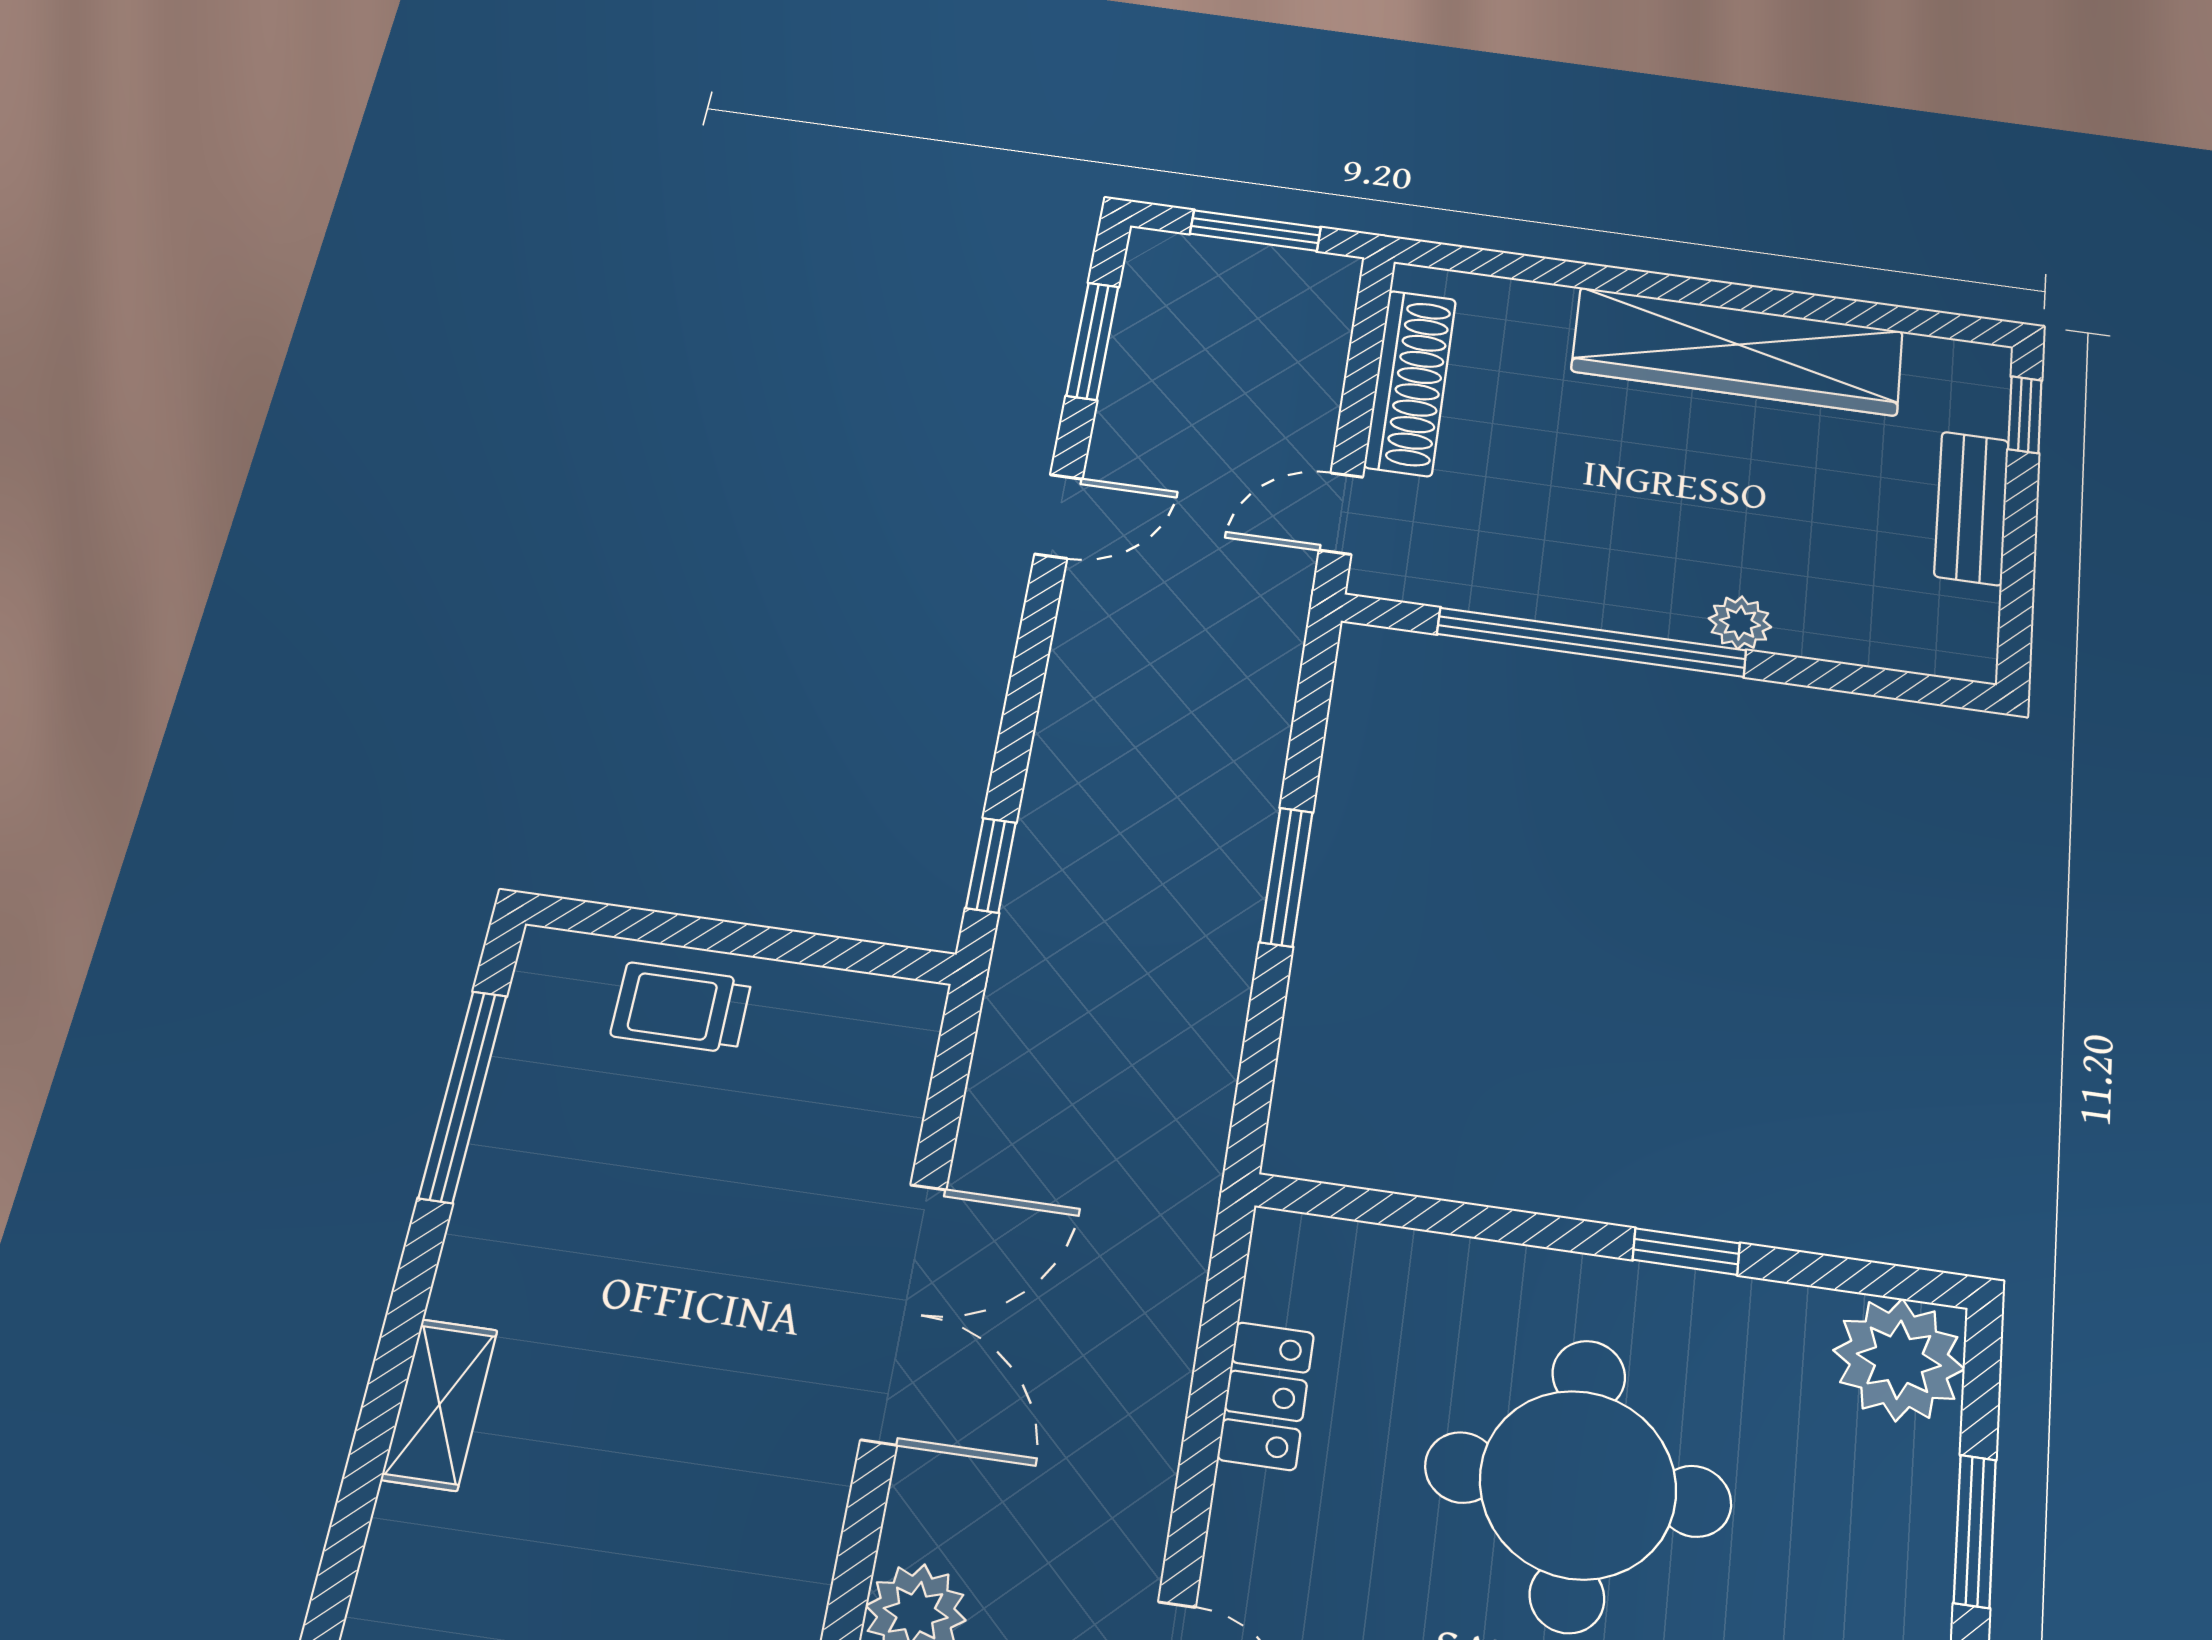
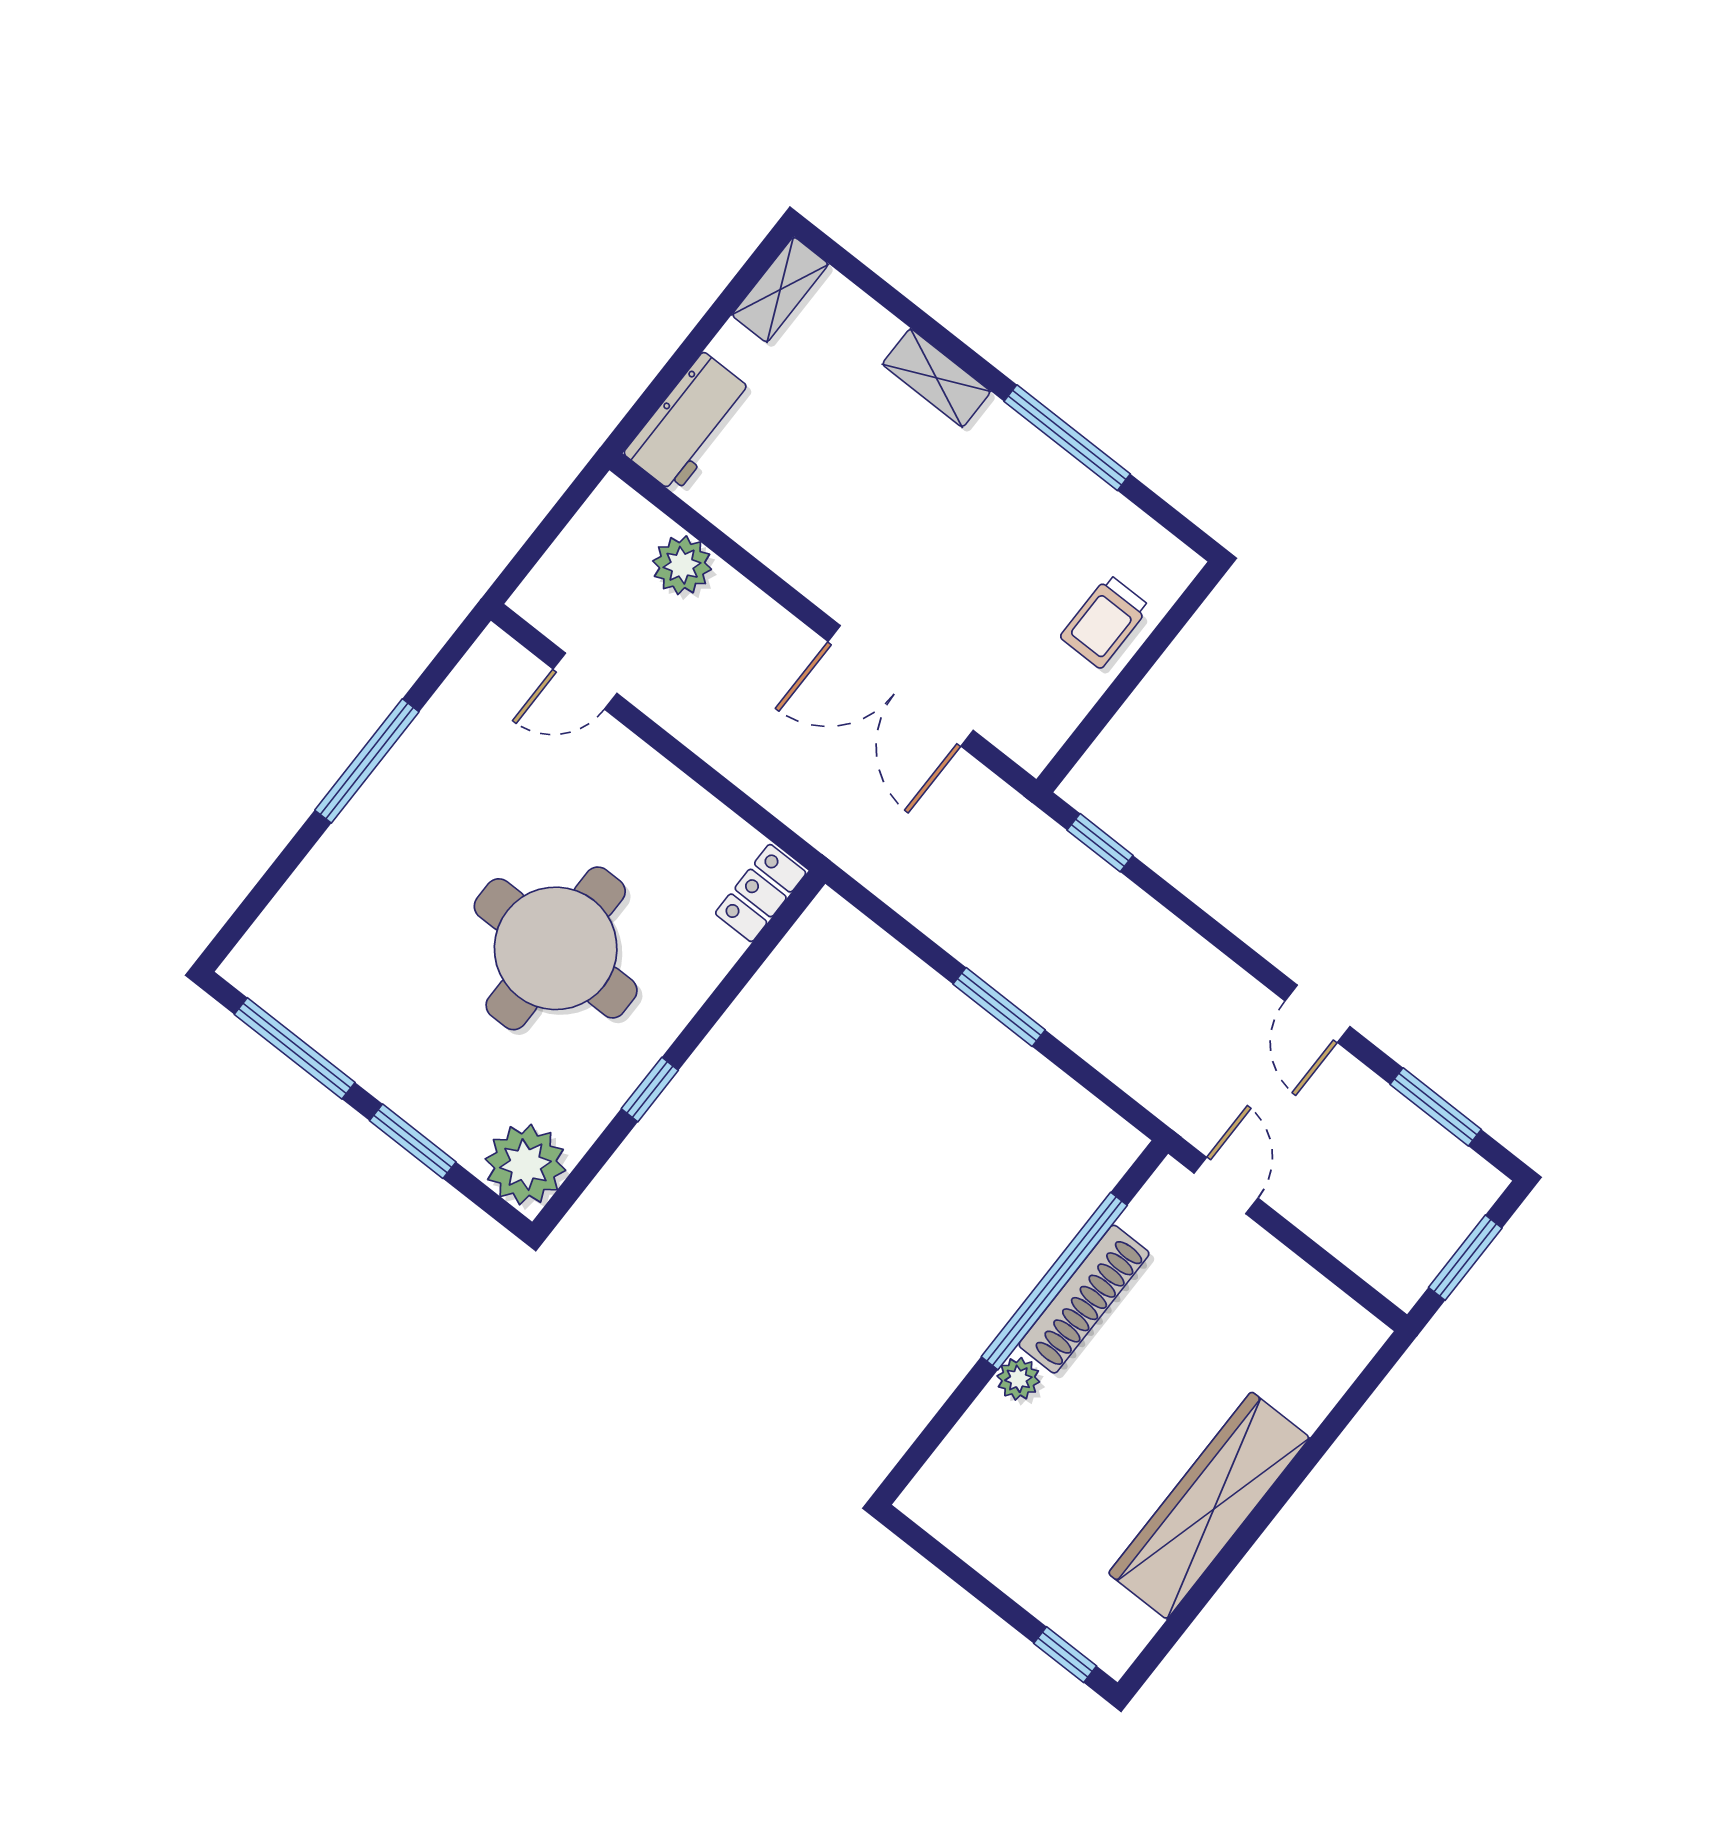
shoe rack: (1410, 383) -> (1084, 1299), moved, turned -90
bench: (1972, 508) -> (1018, 1575), removed
trolley: (681, 1008) -> (1105, 622), turned 180
window: (463, 1096) -> (1067, 438), moved
double door: (904, 1313) -> (901, 686), moved
locker: (1266, 1396) -> (761, 893), moved, turned 90

